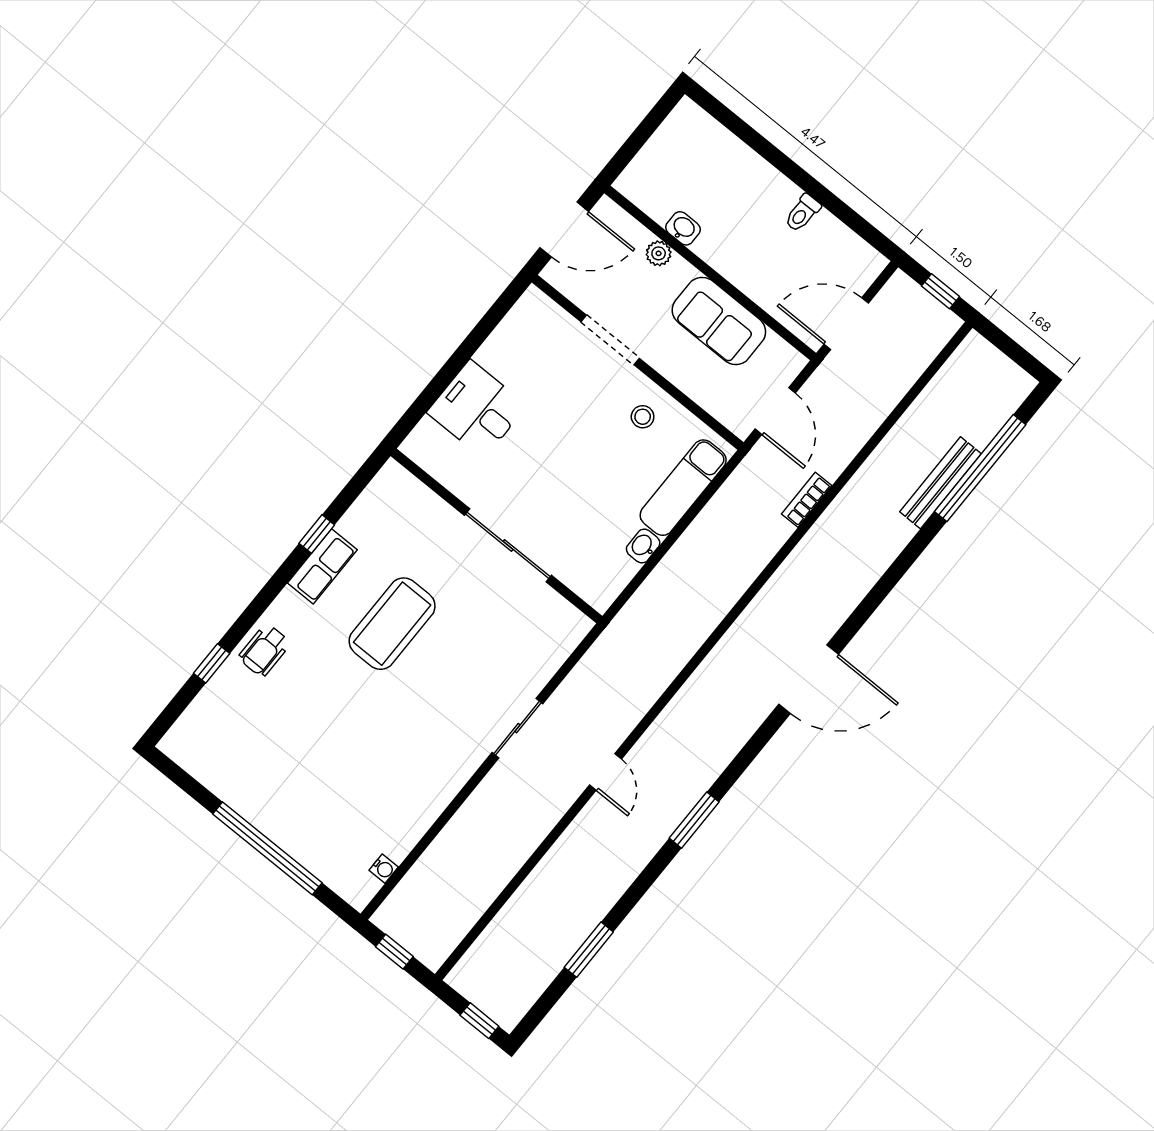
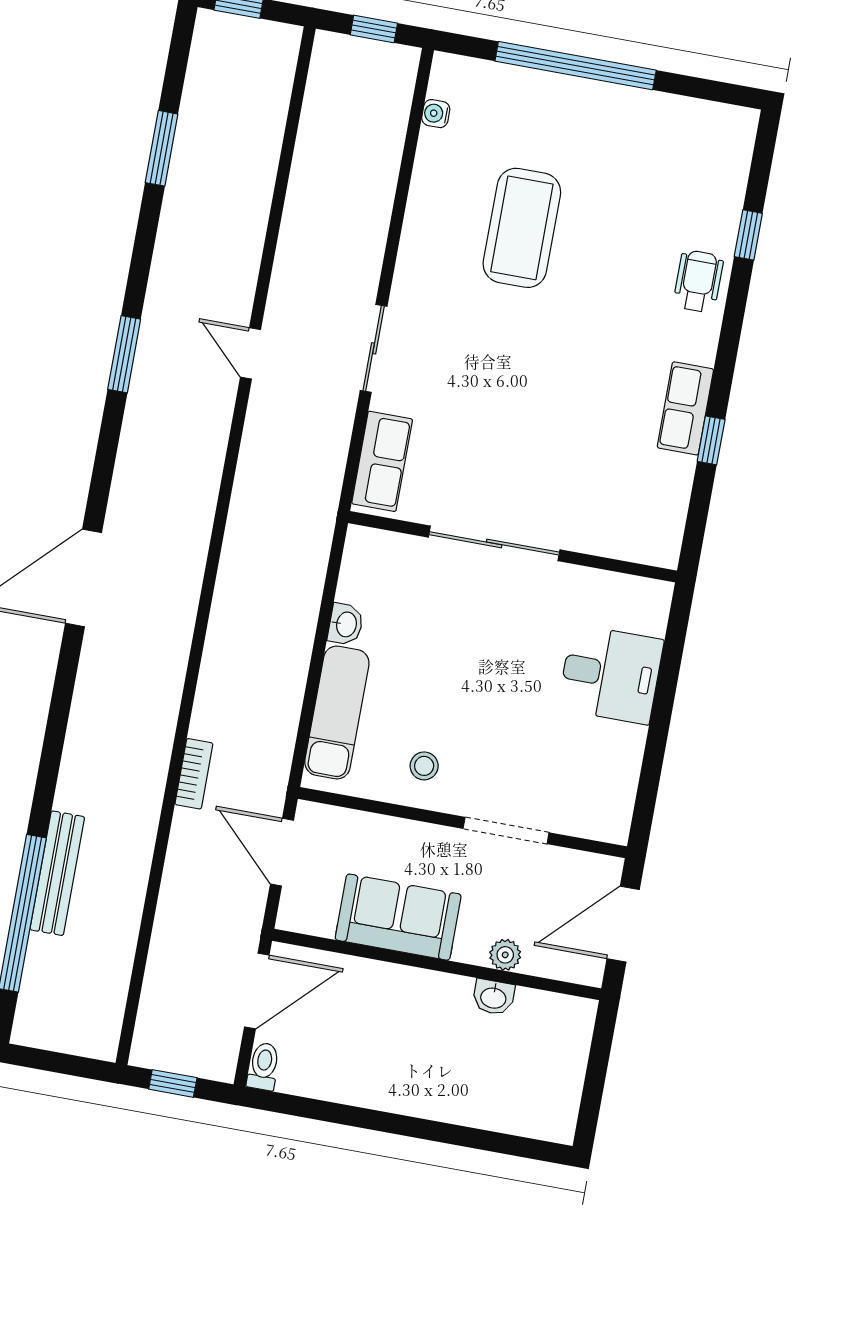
toilet: (802, 213) -> (264, 1066), moved
coffee table: (392, 624) -> (522, 228), moved
row of seats: (555, 646) -> (382, 461), added

